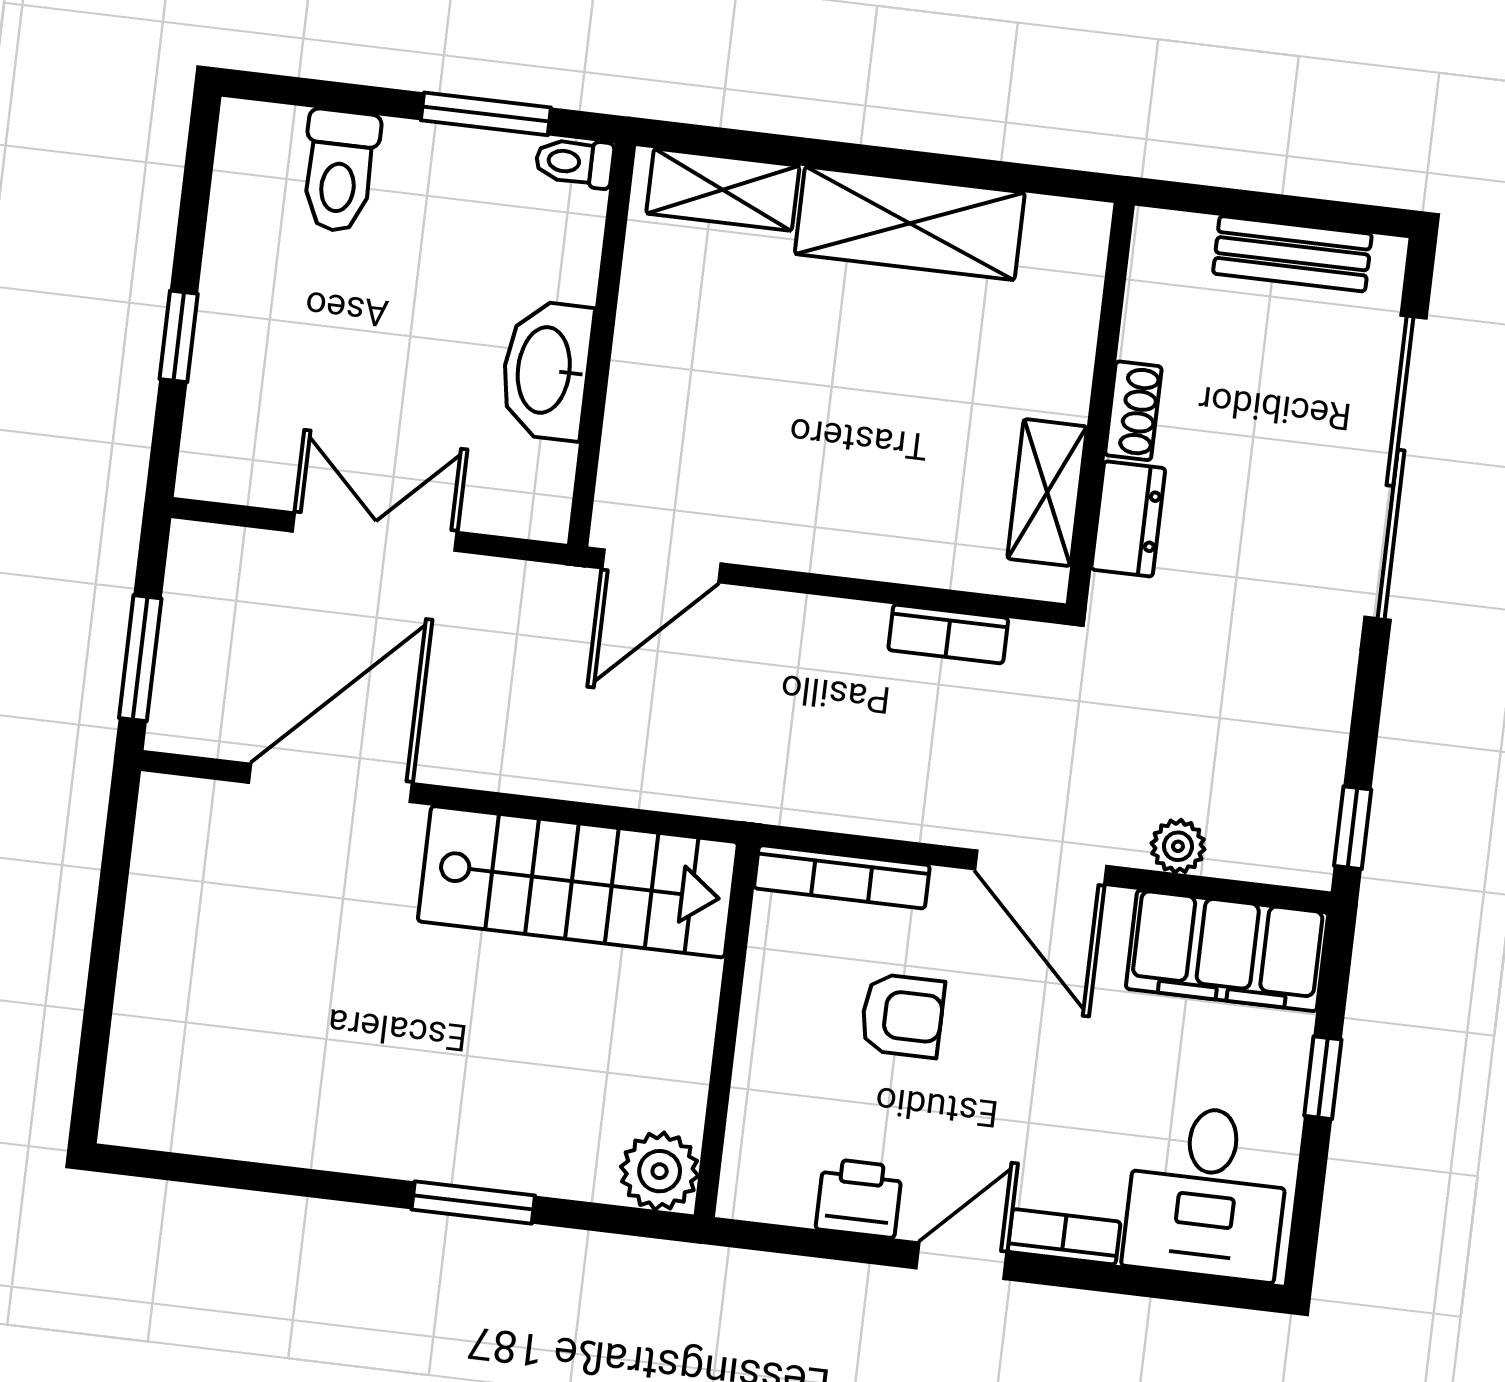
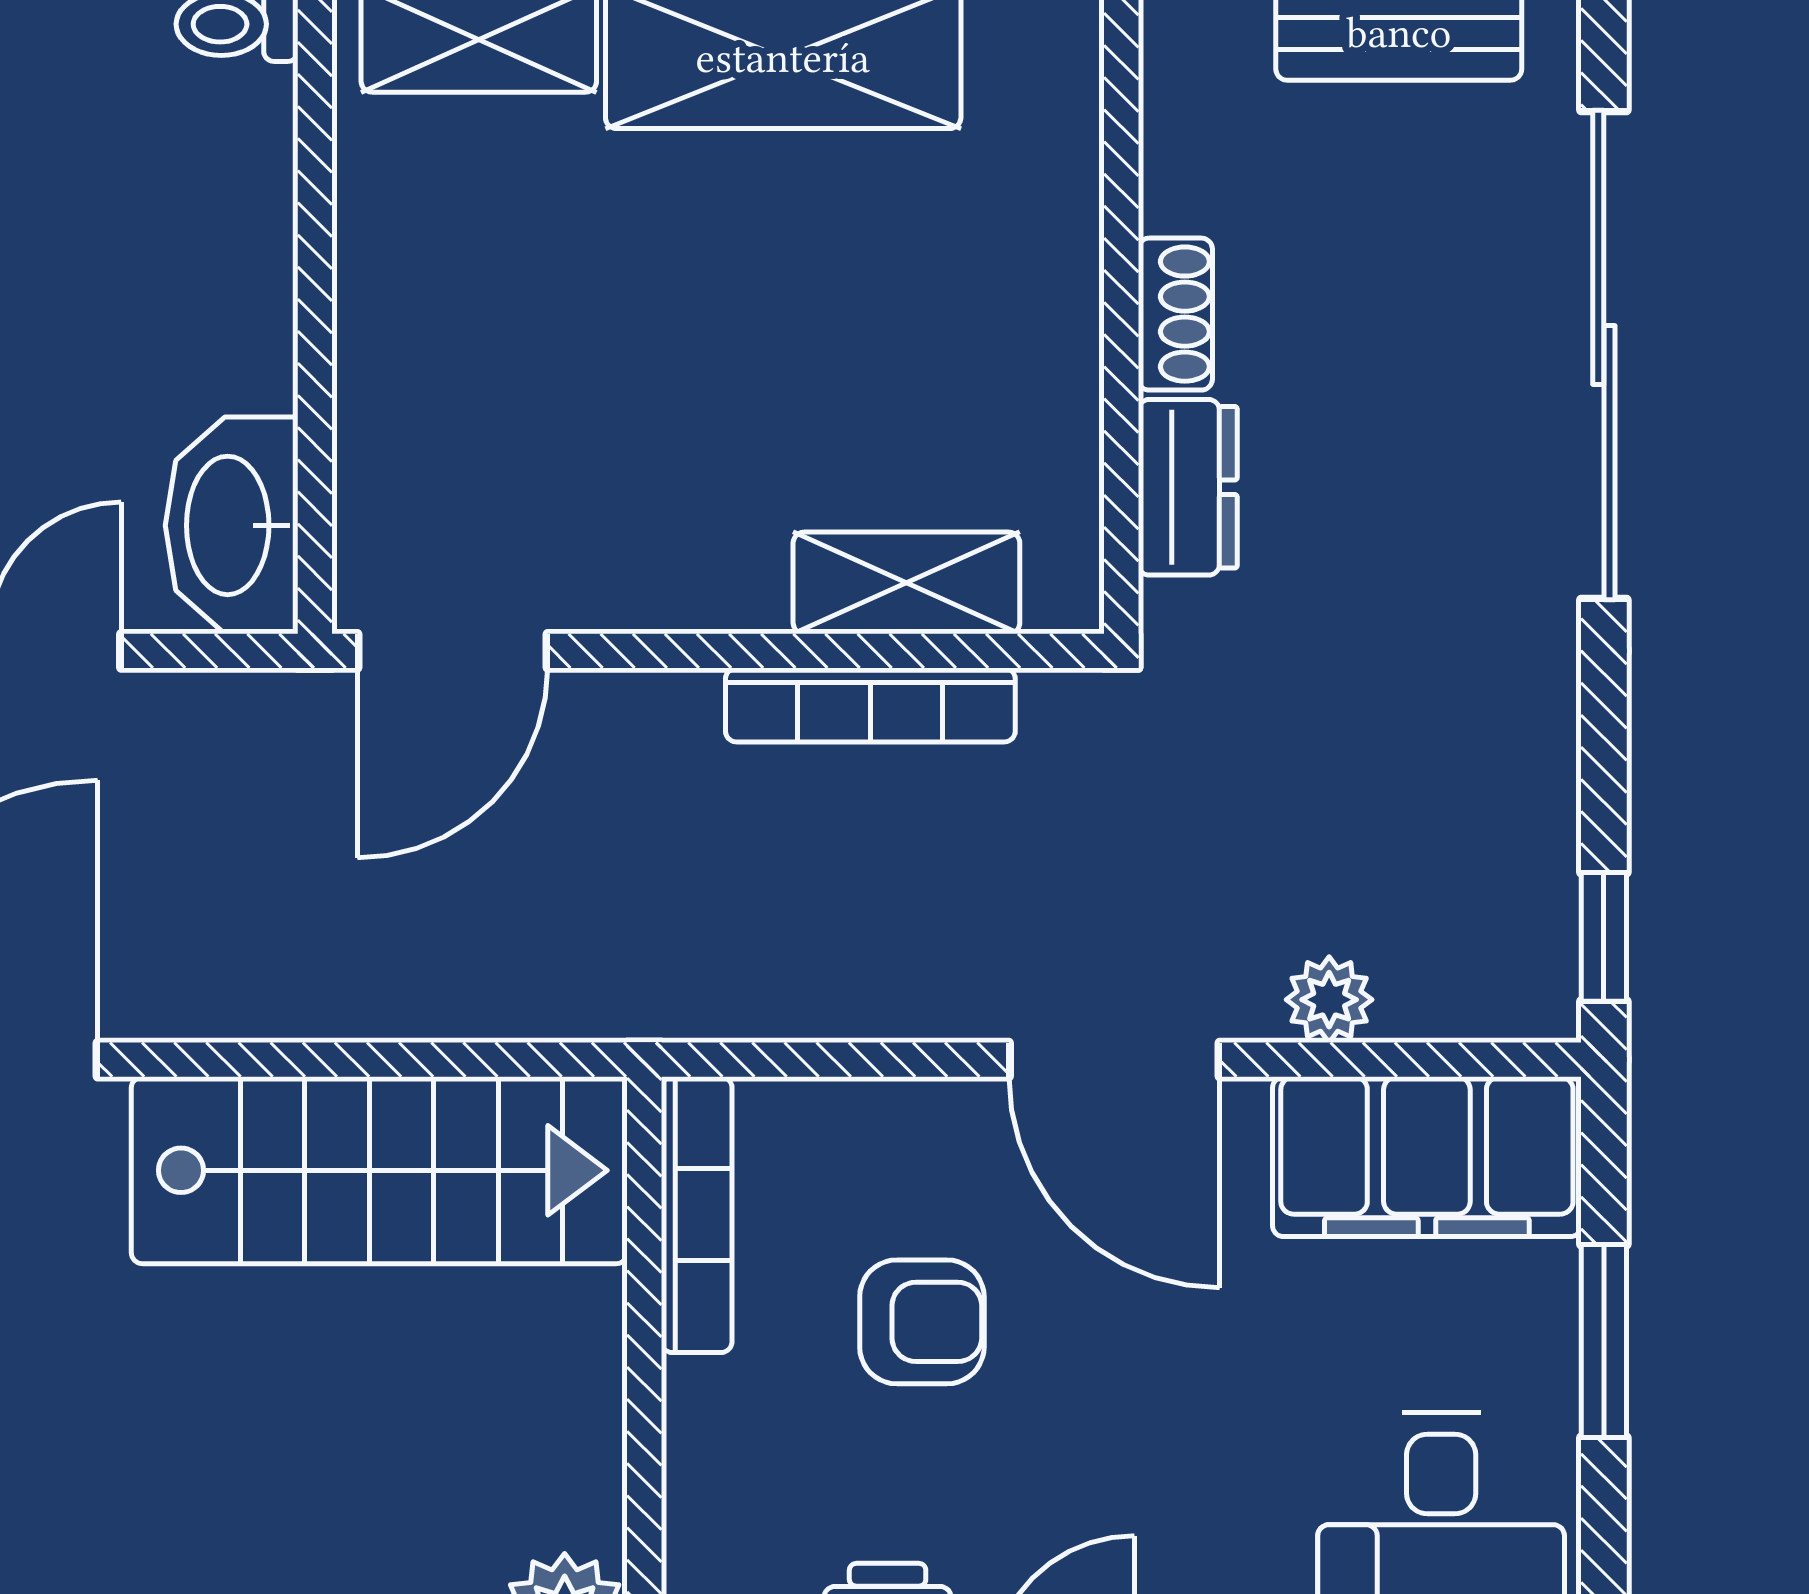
washbasin: (546, 370) -> (232, 525), moved
shelving: (1047, 493) -> (906, 583), moved, turned 90
bookcase: (948, 634) -> (870, 705), width x1.56
bookcase: (842, 877) -> (697, 1215), moved, turned -90
window: (1323, 1078) -> (1604, 1341), width x1.50

